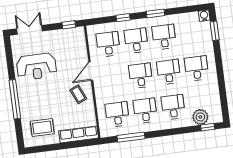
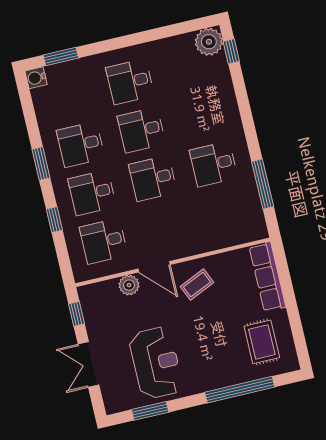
double door: (30, 30) -> (89, 365), moved
plant: (82, 56) -> (129, 285), added
window: (10, 61) -> (150, 411), added
window: (15, 99) -> (240, 390), moved
desk: (173, 107) -> (202, 116), removed
desk: (117, 114) -> (225, 212), removed
plant: (200, 117) -> (209, 42), moved

